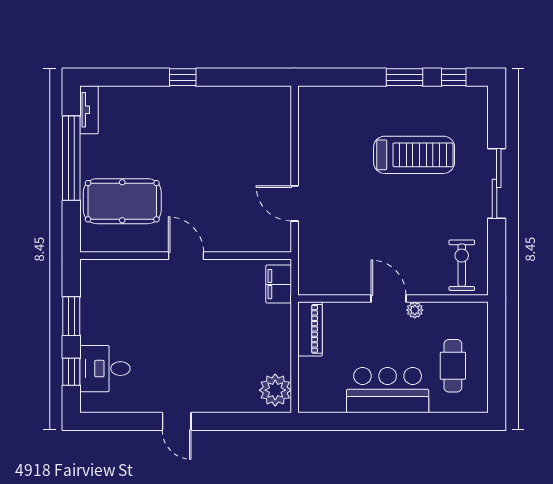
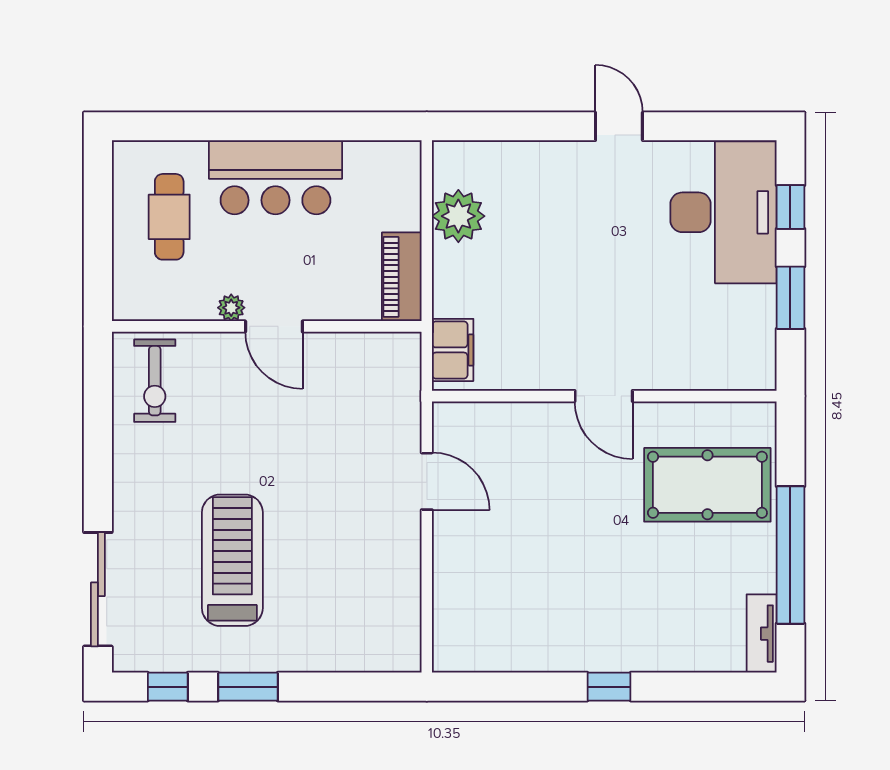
treadmill: (414, 155) -> (232, 560), turned 90
sliding door: (497, 183) -> (98, 589), moved
desk: (105, 369) -> (723, 212), width x1.87, depth x1.30
plant: (275, 390) -> (458, 216), moved

